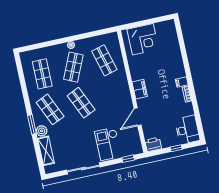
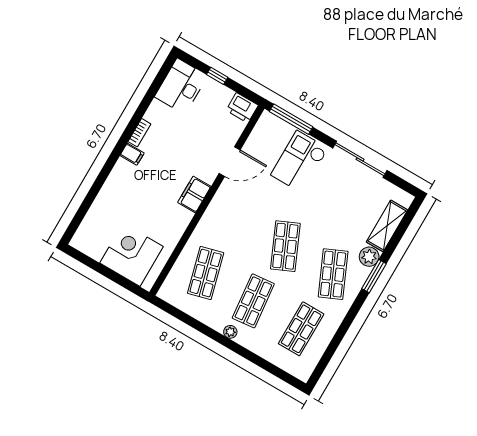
shop shelf: (73, 67) -> (253, 301), turned -30
checkout: (108, 144) -> (299, 162), turned 180
window: (128, 159) -> (291, 119), width x2.17

